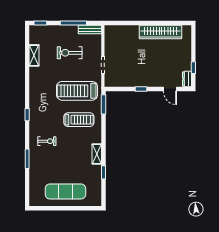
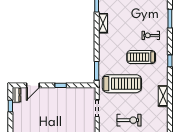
shelving: (34, 55) -> (163, 96), moved
door: (170, 89) -> (33, 85), swing flipped
treadmill: (79, 120) -> (141, 57), moved

